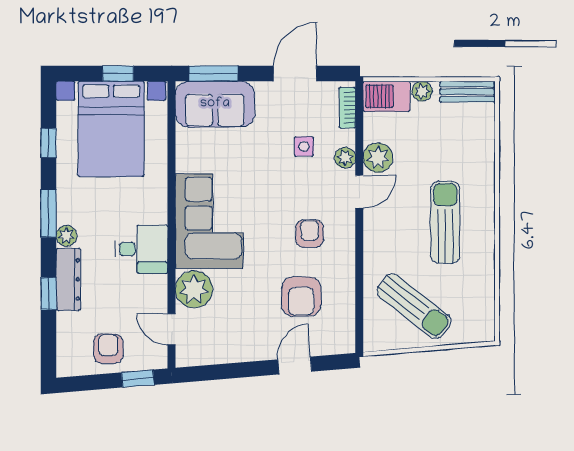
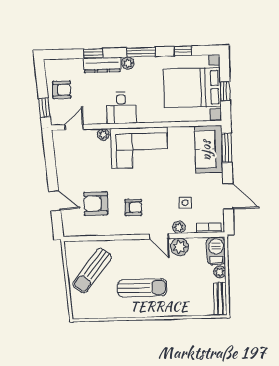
plant: (194, 289) -> (103, 134), width x0.53, depth x0.53

